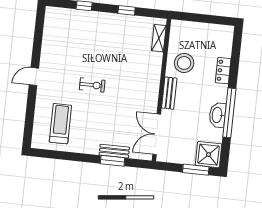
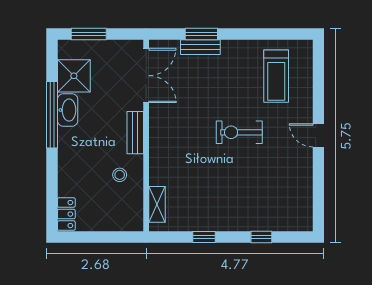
stool: (184, 63) -> (120, 175), width x0.53, depth x0.53
locker: (223, 71) -> (66, 214), moved
door: (34, 76) -> (318, 135), swing flipped
exercise bike: (92, 85) -> (239, 132), width x1.38, depth x1.39
shower: (209, 155) -> (74, 76), moved

